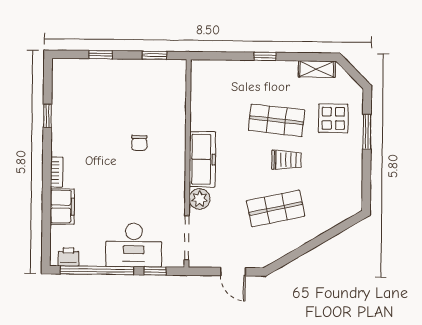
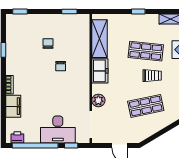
window: (101, 55) -> (20, 12), moved
shelving: (202, 99) -> (100, 39), added
chair: (119, 106) -> (48, 44), added
freezer: (202, 159) -> (100, 71), width x0.71

